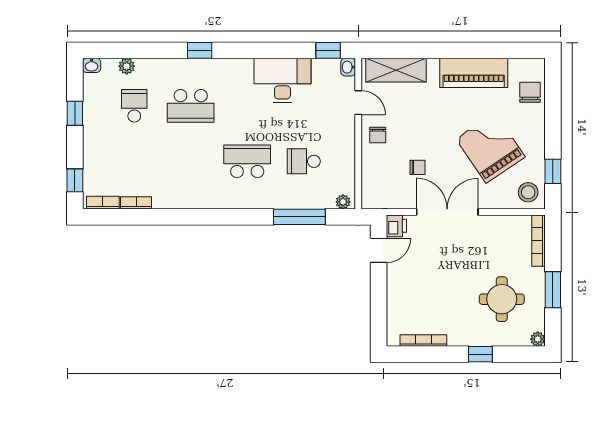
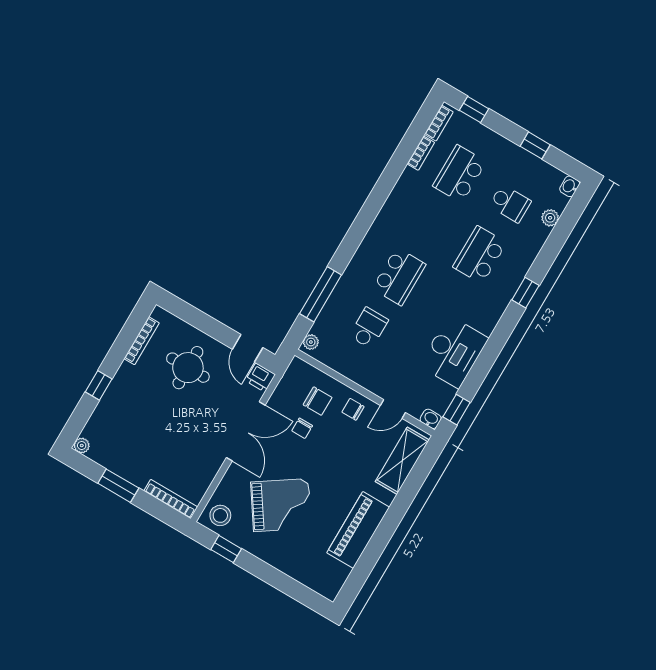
chair: (530, 92) -> (318, 401), moved
school desk: (134, 161) -> (460, 174), added
round table: (502, 299) -> (188, 368), moved

